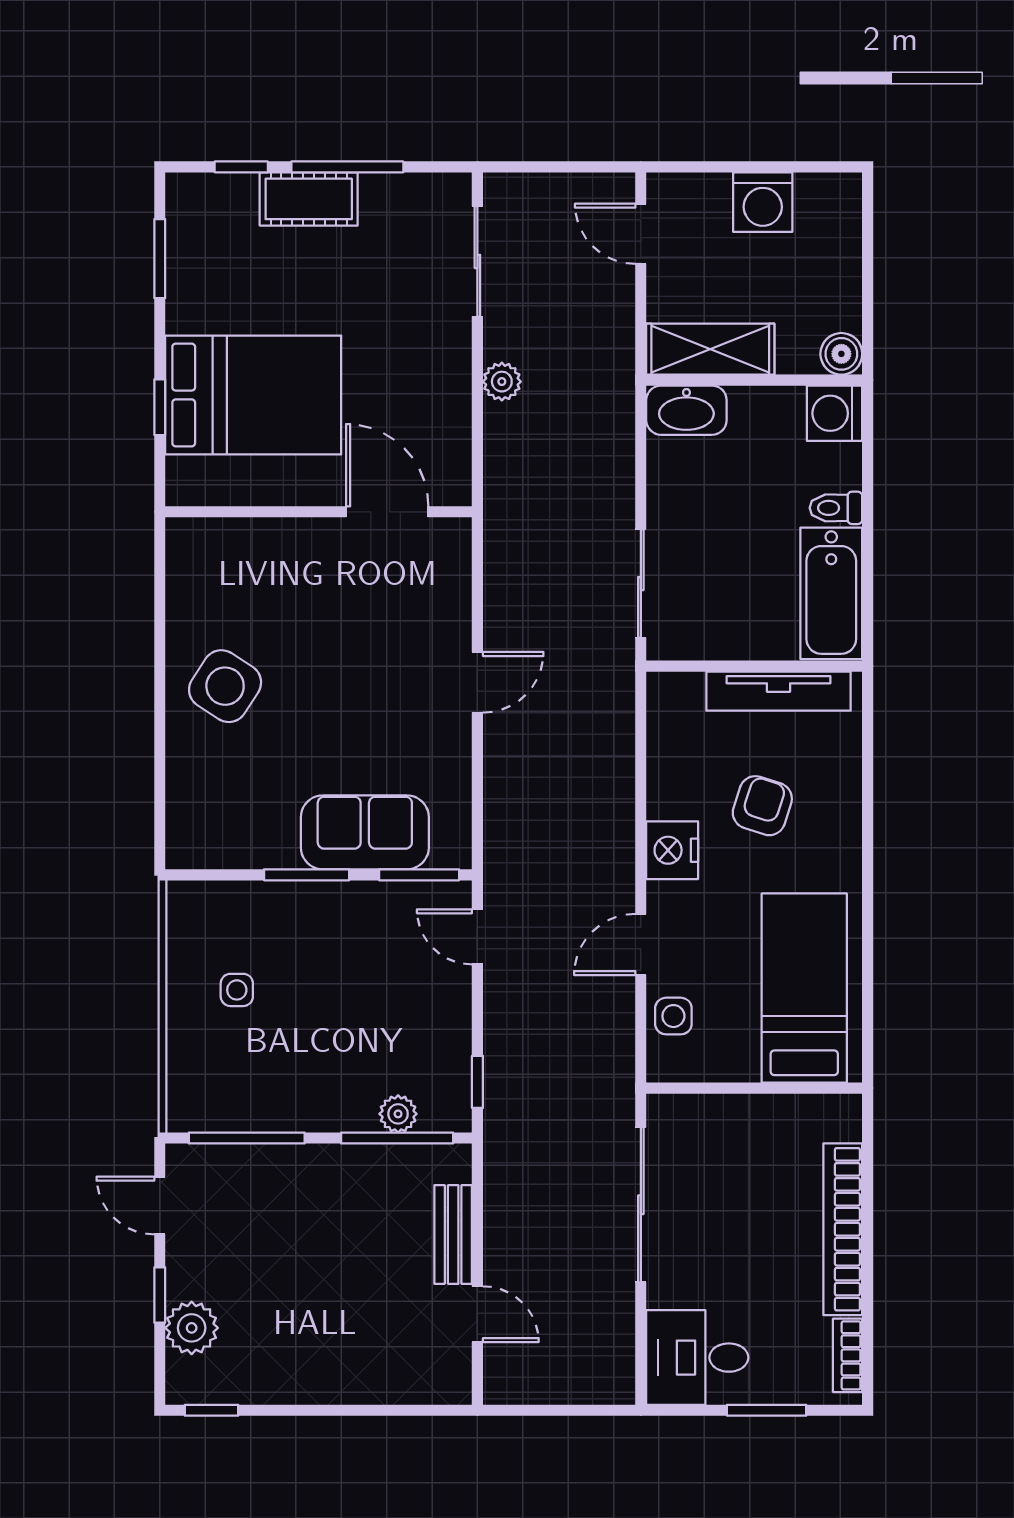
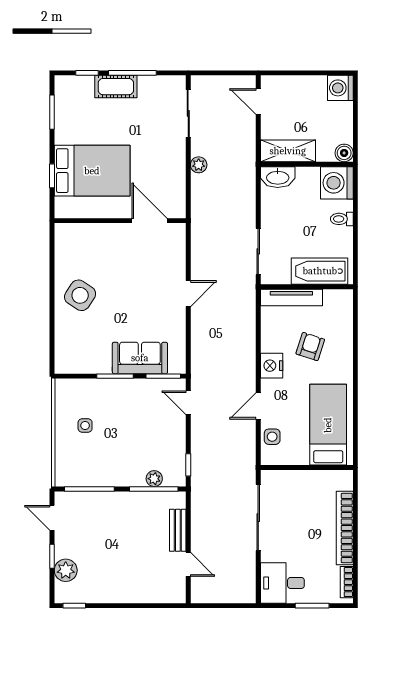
washing machine: (763, 202) -> (340, 88), moved, turned 90
washing machine: (835, 413) -> (337, 183), width x1.37, depth x1.37
bathtub: (831, 593) -> (320, 271), moved, turned 90
tv unit: (779, 691) -> (291, 297), moved

